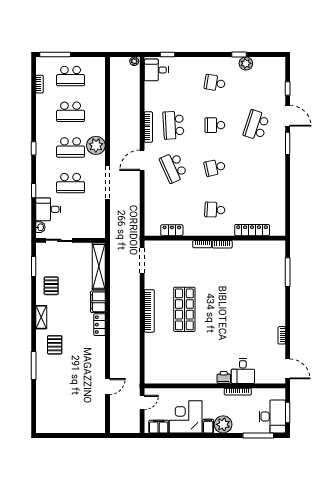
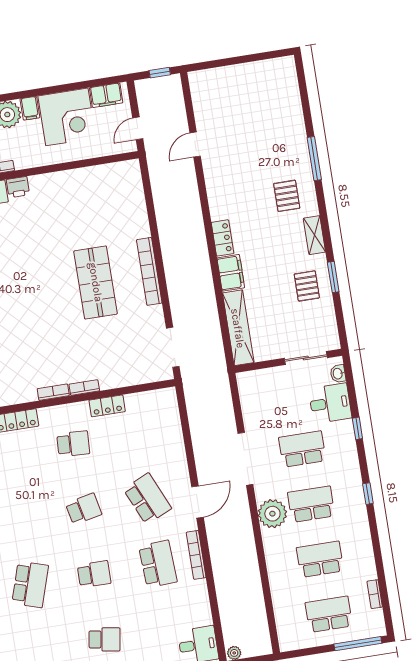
locker: (172, 230) -> (107, 406), moved
window: (34, 267) -> (333, 277), moved
window: (123, 435) -> (160, 73), added

